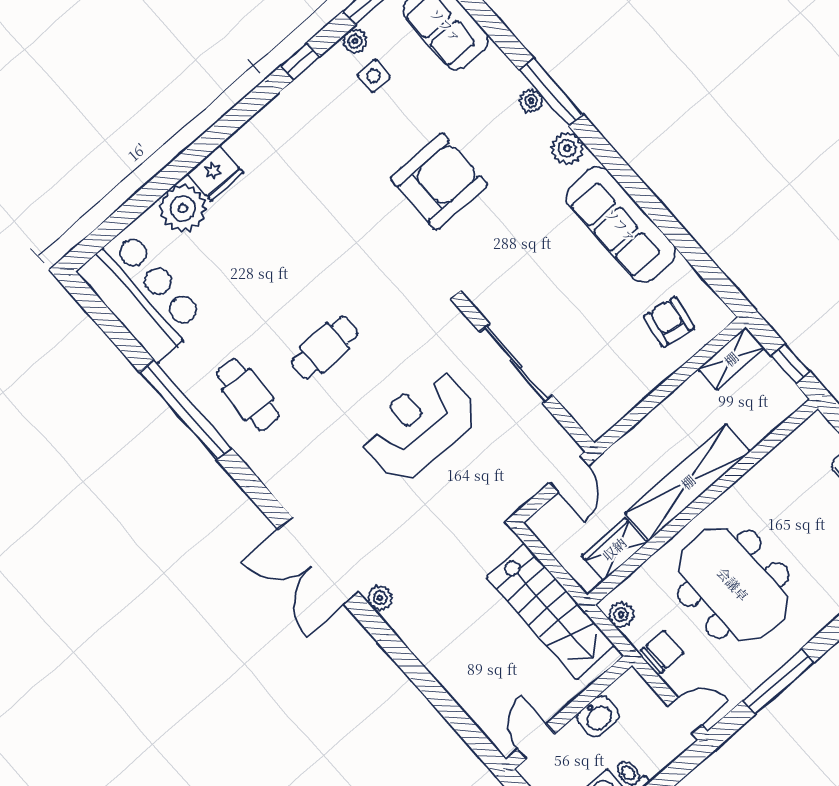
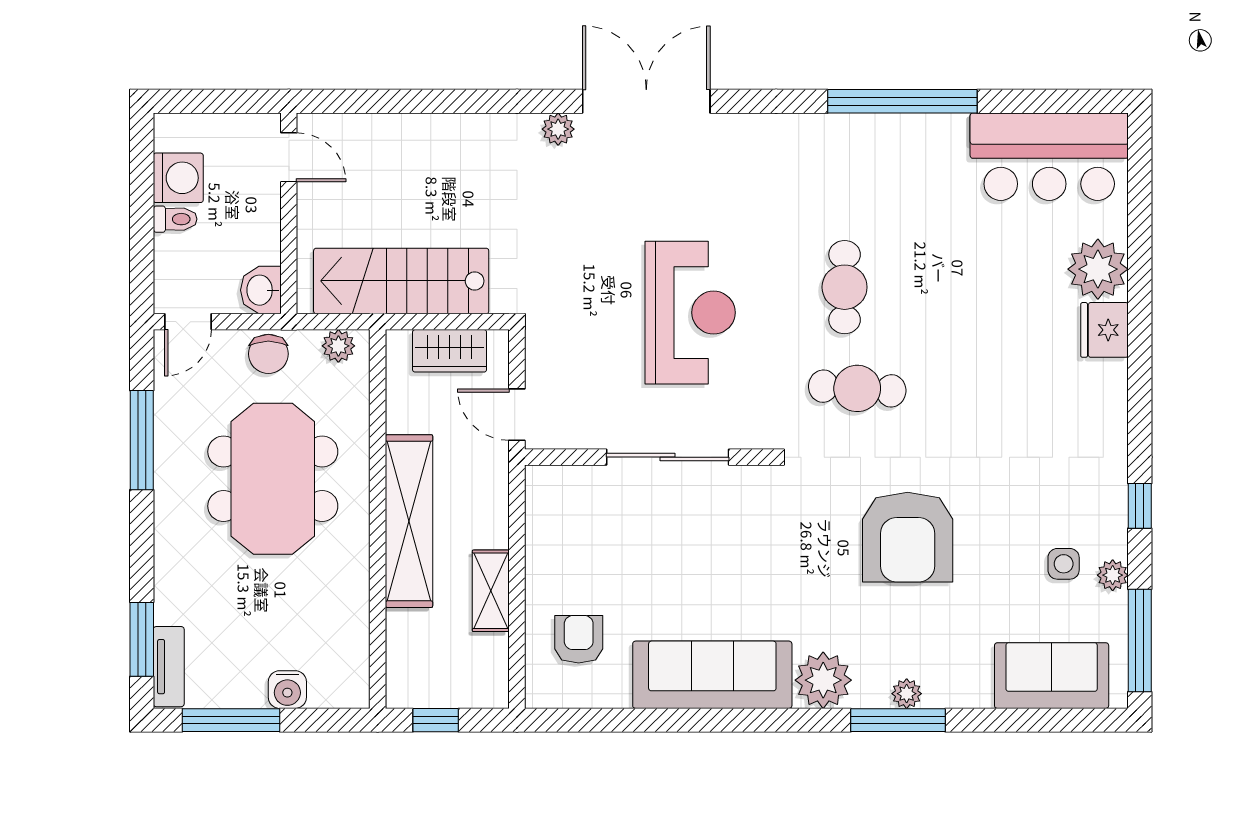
plant: (567, 148) -> (823, 680), width x1.36, depth x1.36
armchair: (669, 322) -> (579, 639), turned -100
shelving: (731, 359) -> (491, 591), moved
cafe table: (248, 395) -> (857, 388), moved
wardrobe: (614, 549) -> (450, 351), moved, turned 90
meeting table: (733, 584) -> (273, 479), turned 90
washbasin: (598, 716) -> (261, 290), moved

